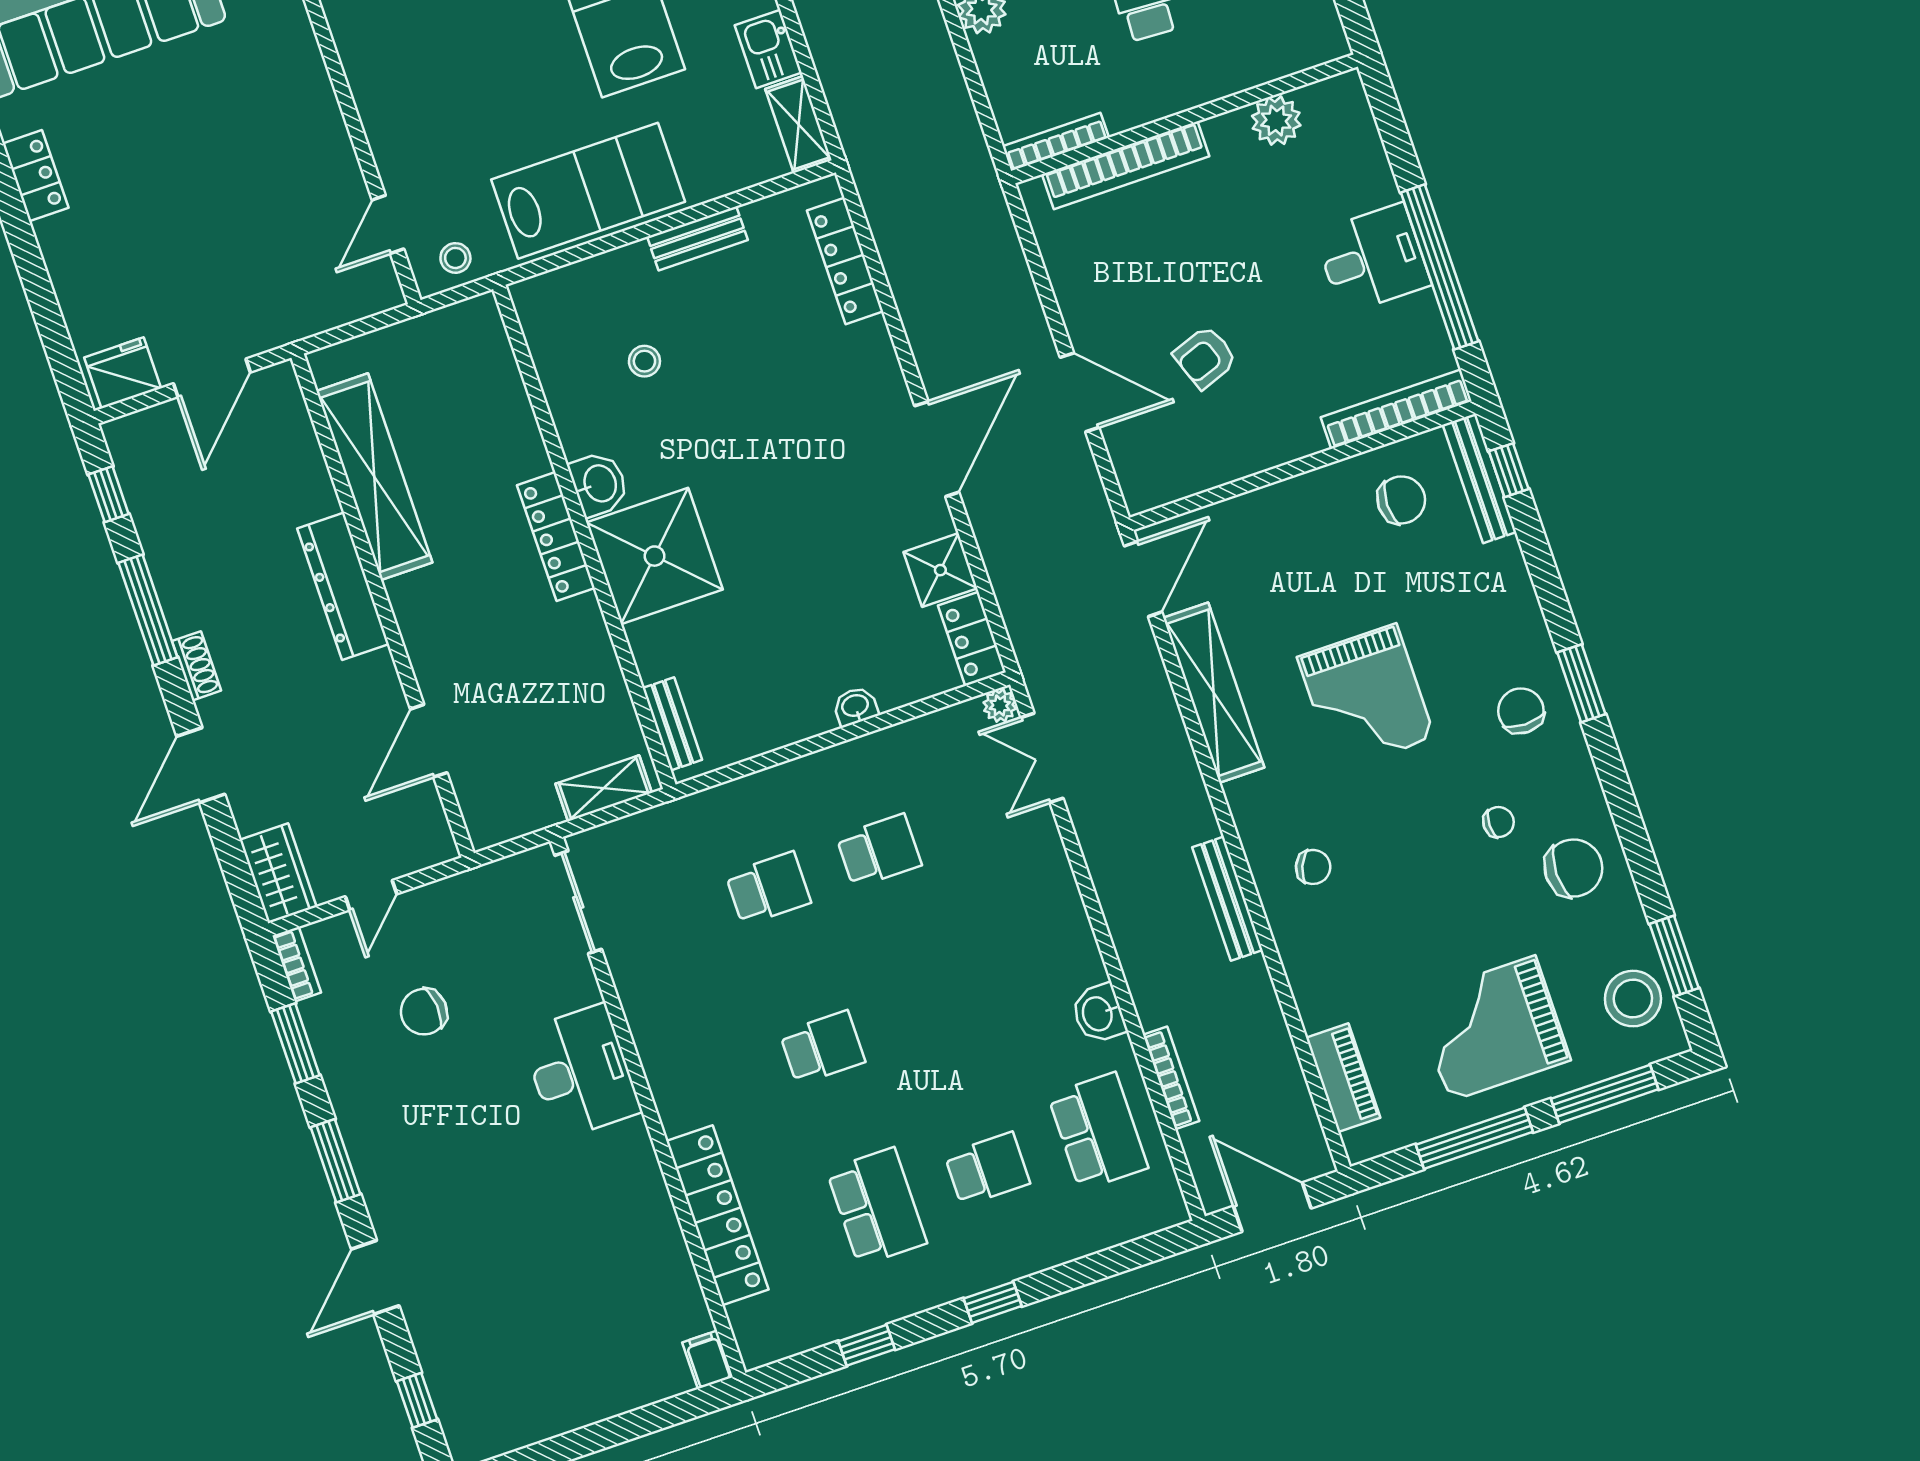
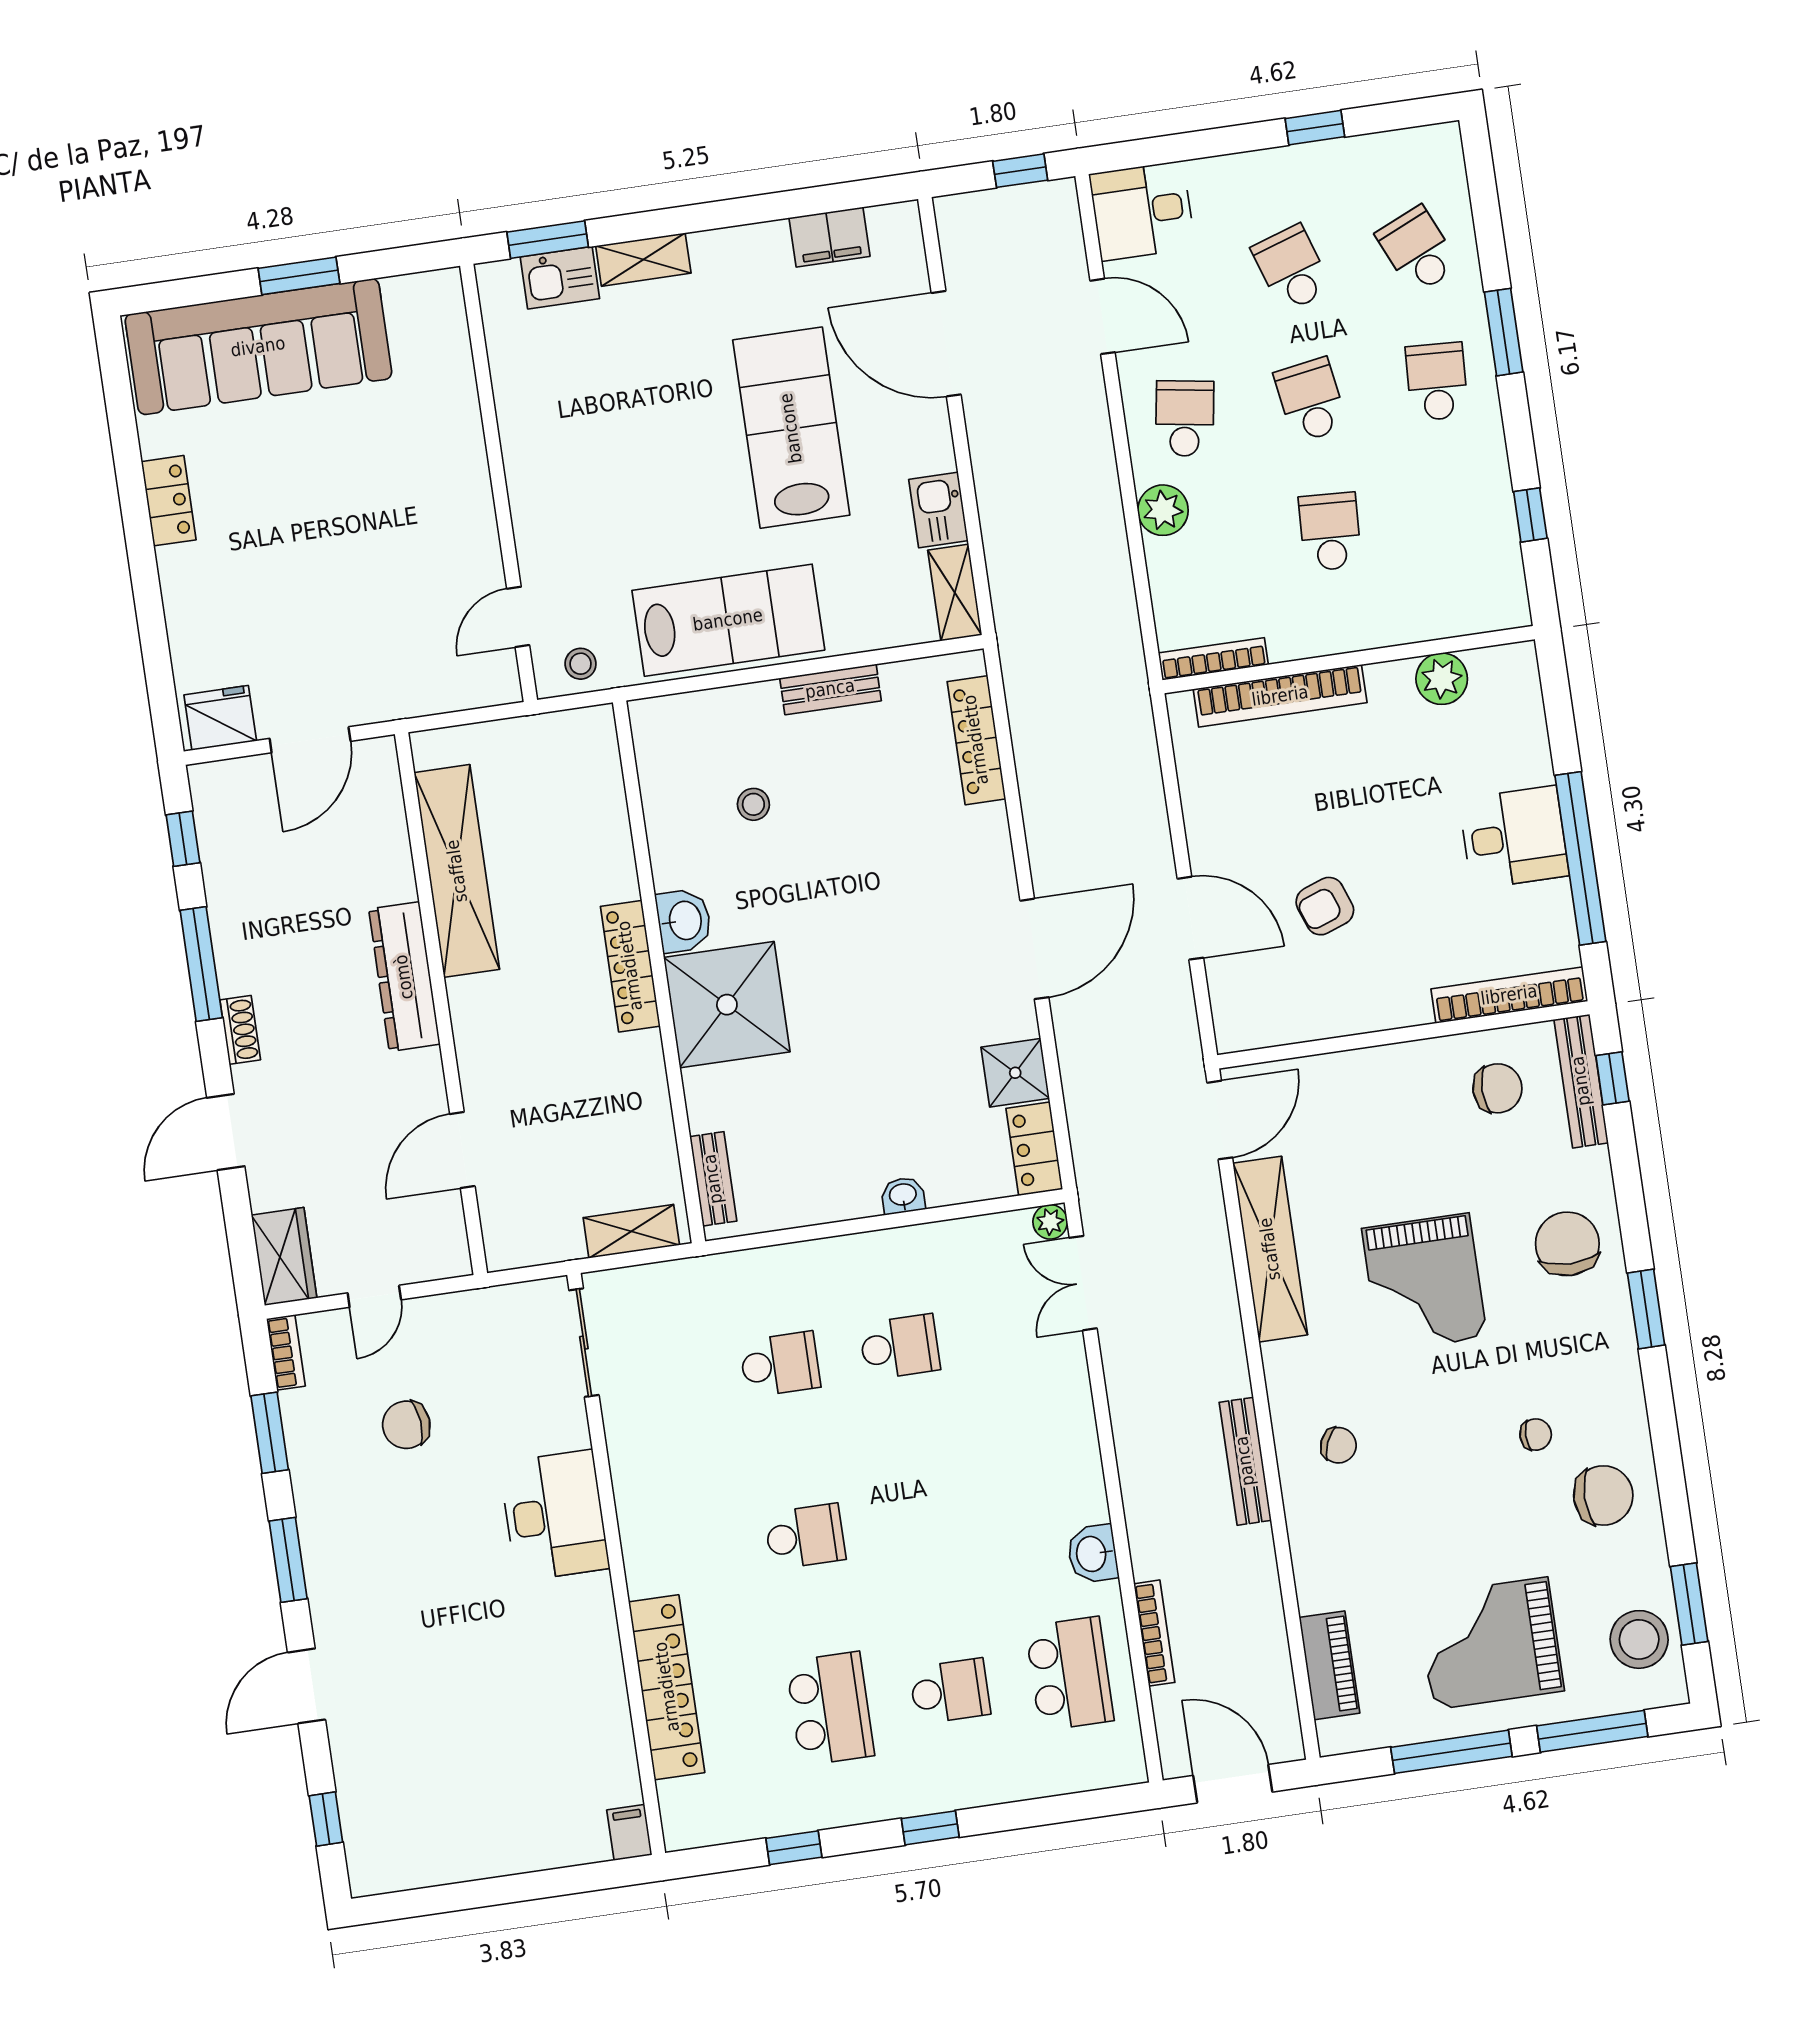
chair: (1521, 711) -> (1567, 1244), moved, width x1.37, depth x1.37

